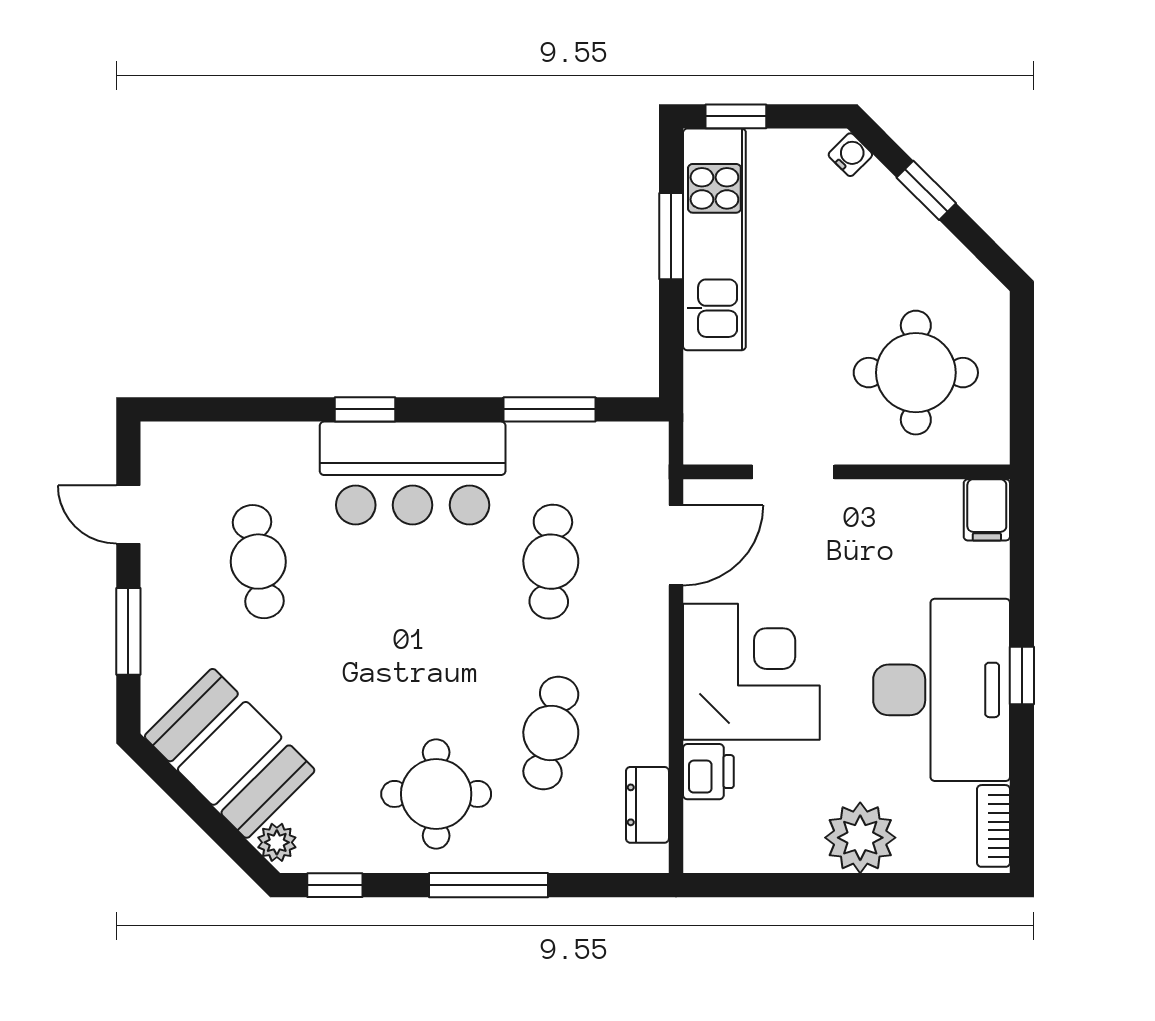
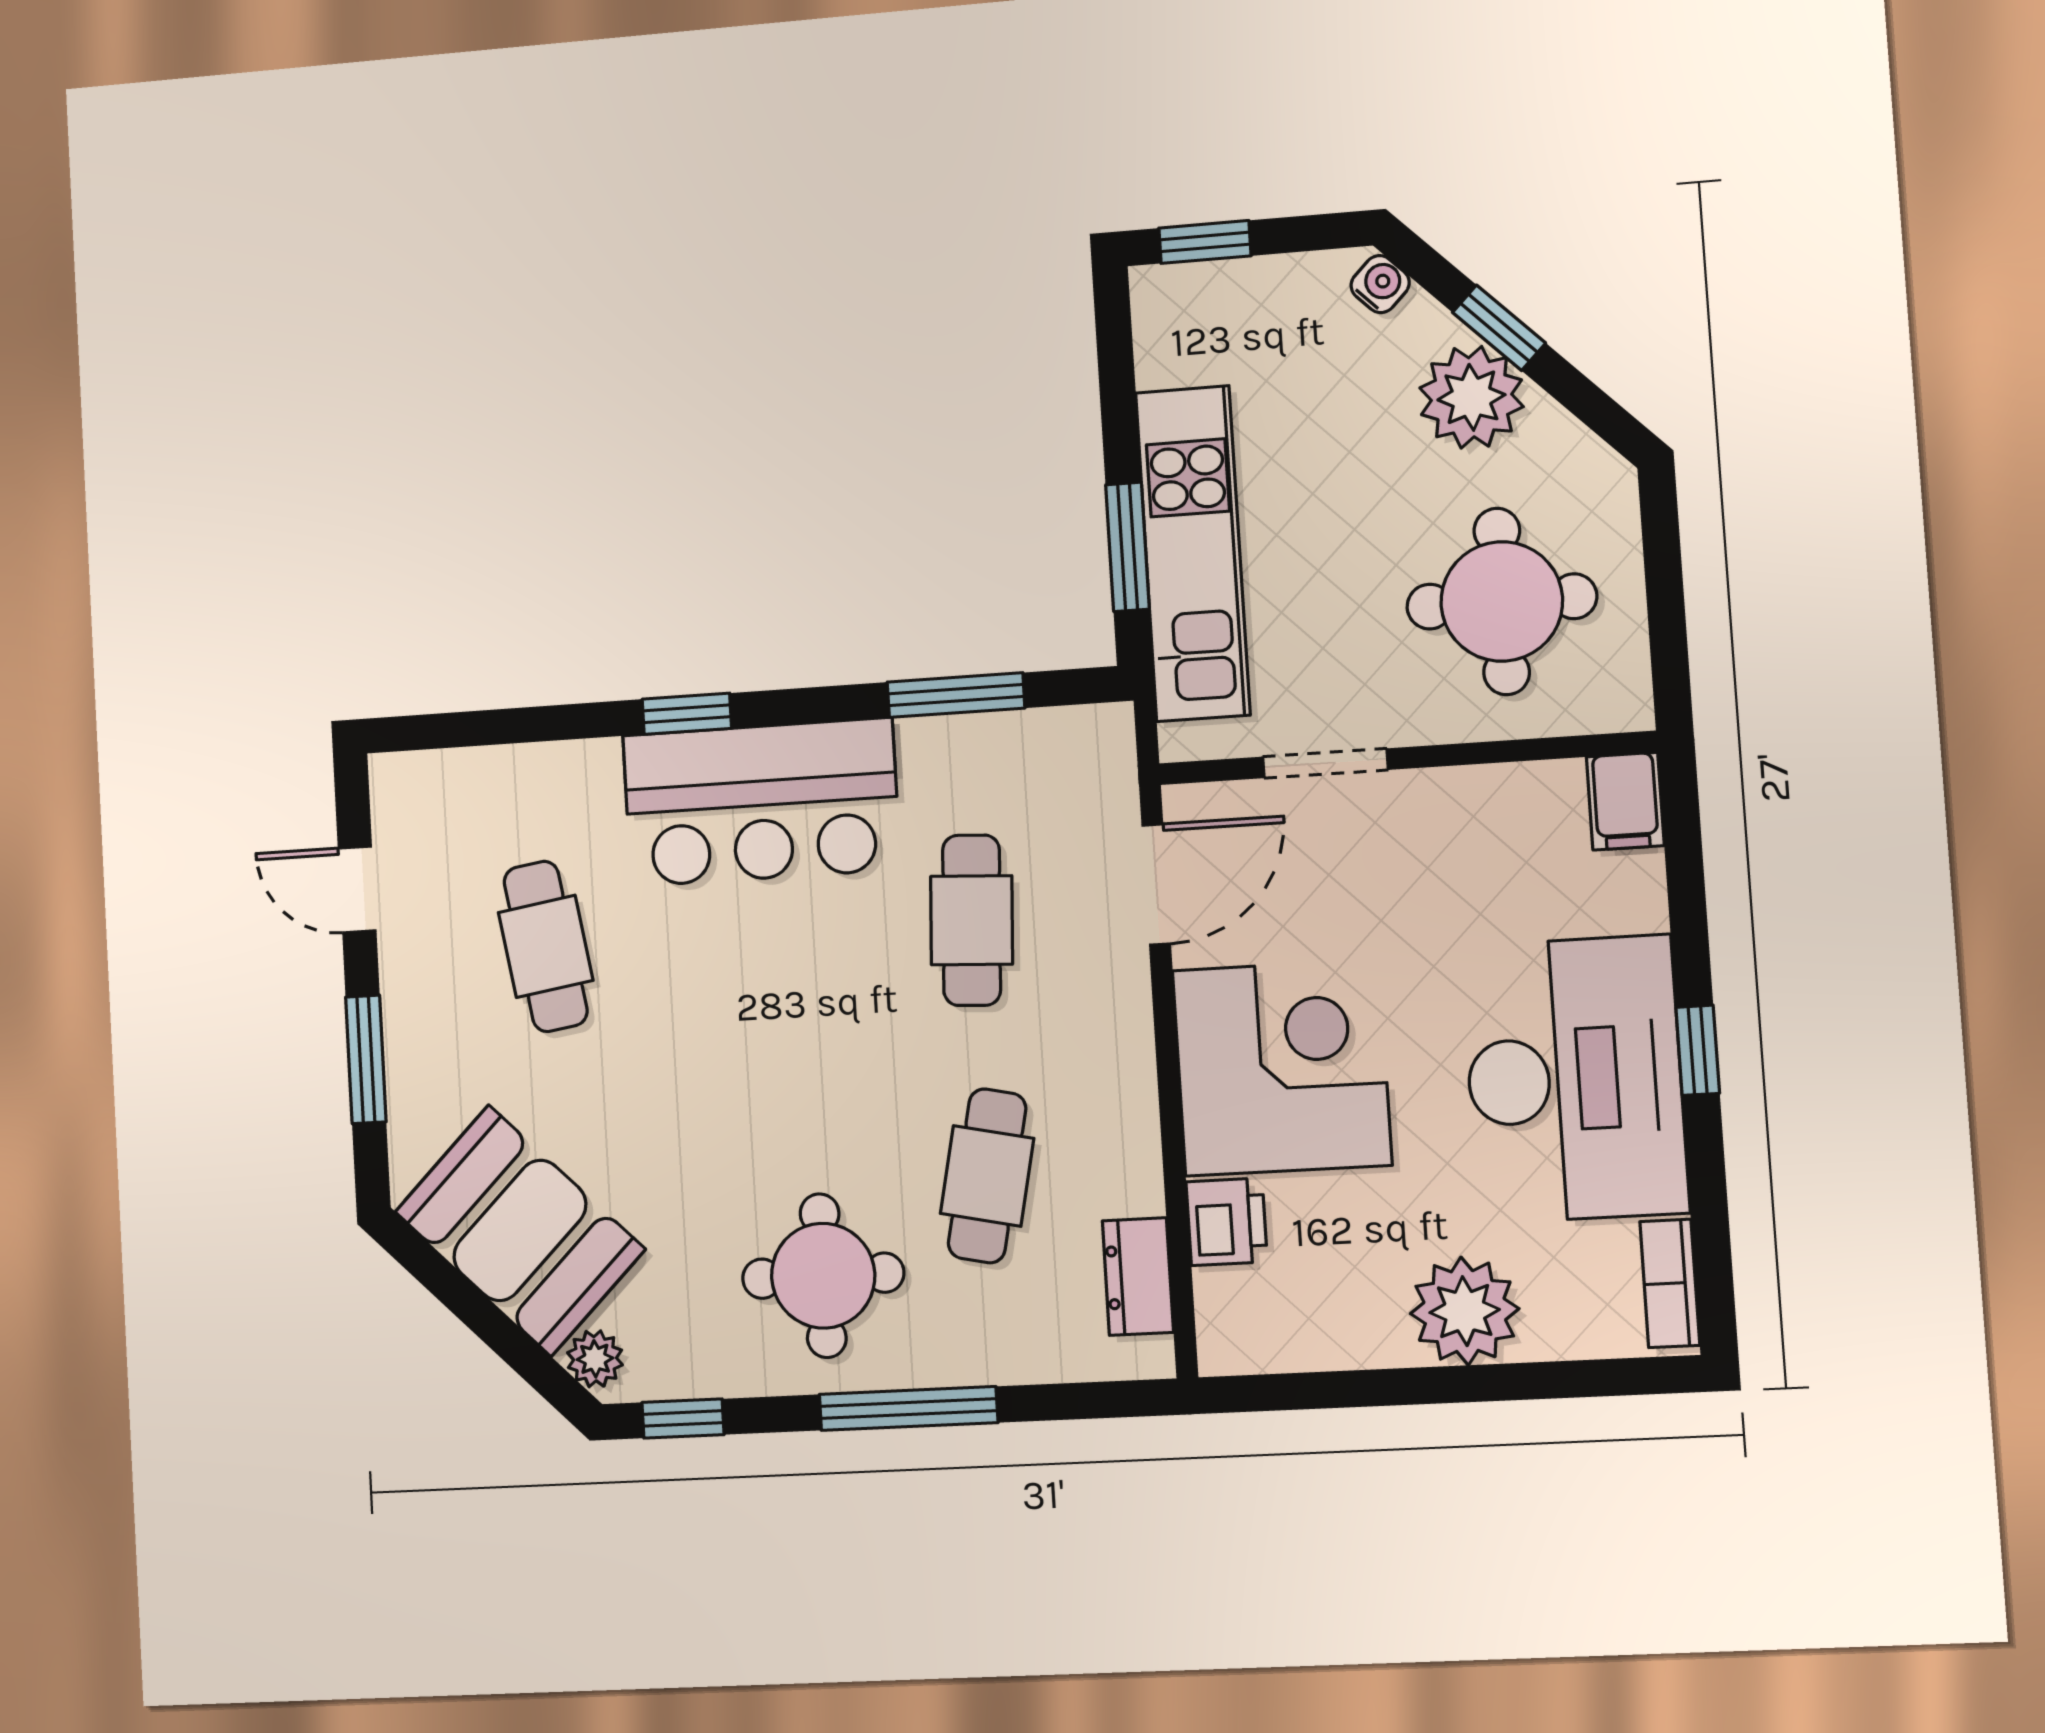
plant: (905, 235) -> (1471, 397), added
window: (671, 236) -> (1128, 547), moved
kitchen unit: (714, 239) -> (1193, 553), moved

